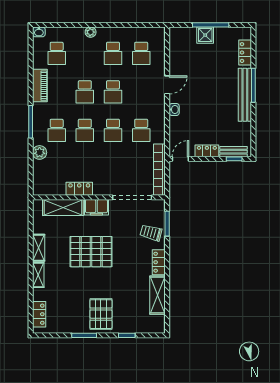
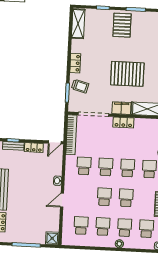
shower: (205, 35) -> (52, 238), moved
school desk: (85, 53) -> (125, 228), added
locker: (79, 189) -> (123, 123), moved
shelving: (158, 295) -> (78, 24), moved

